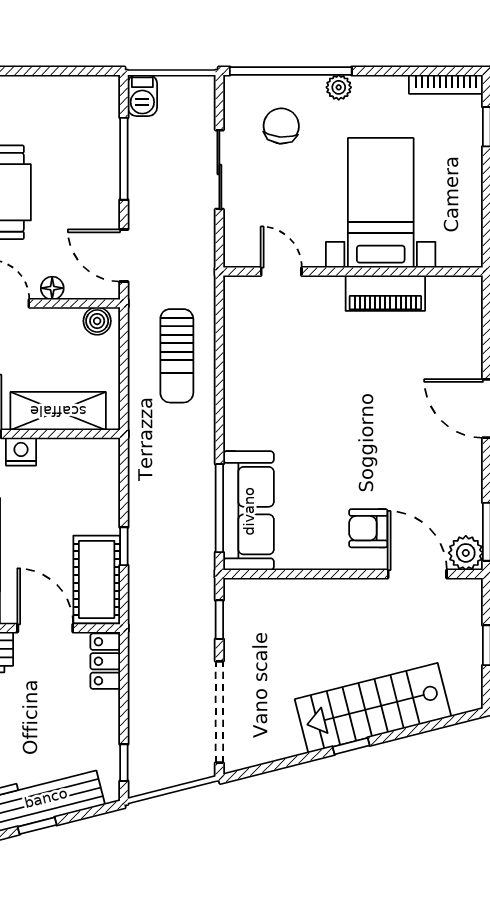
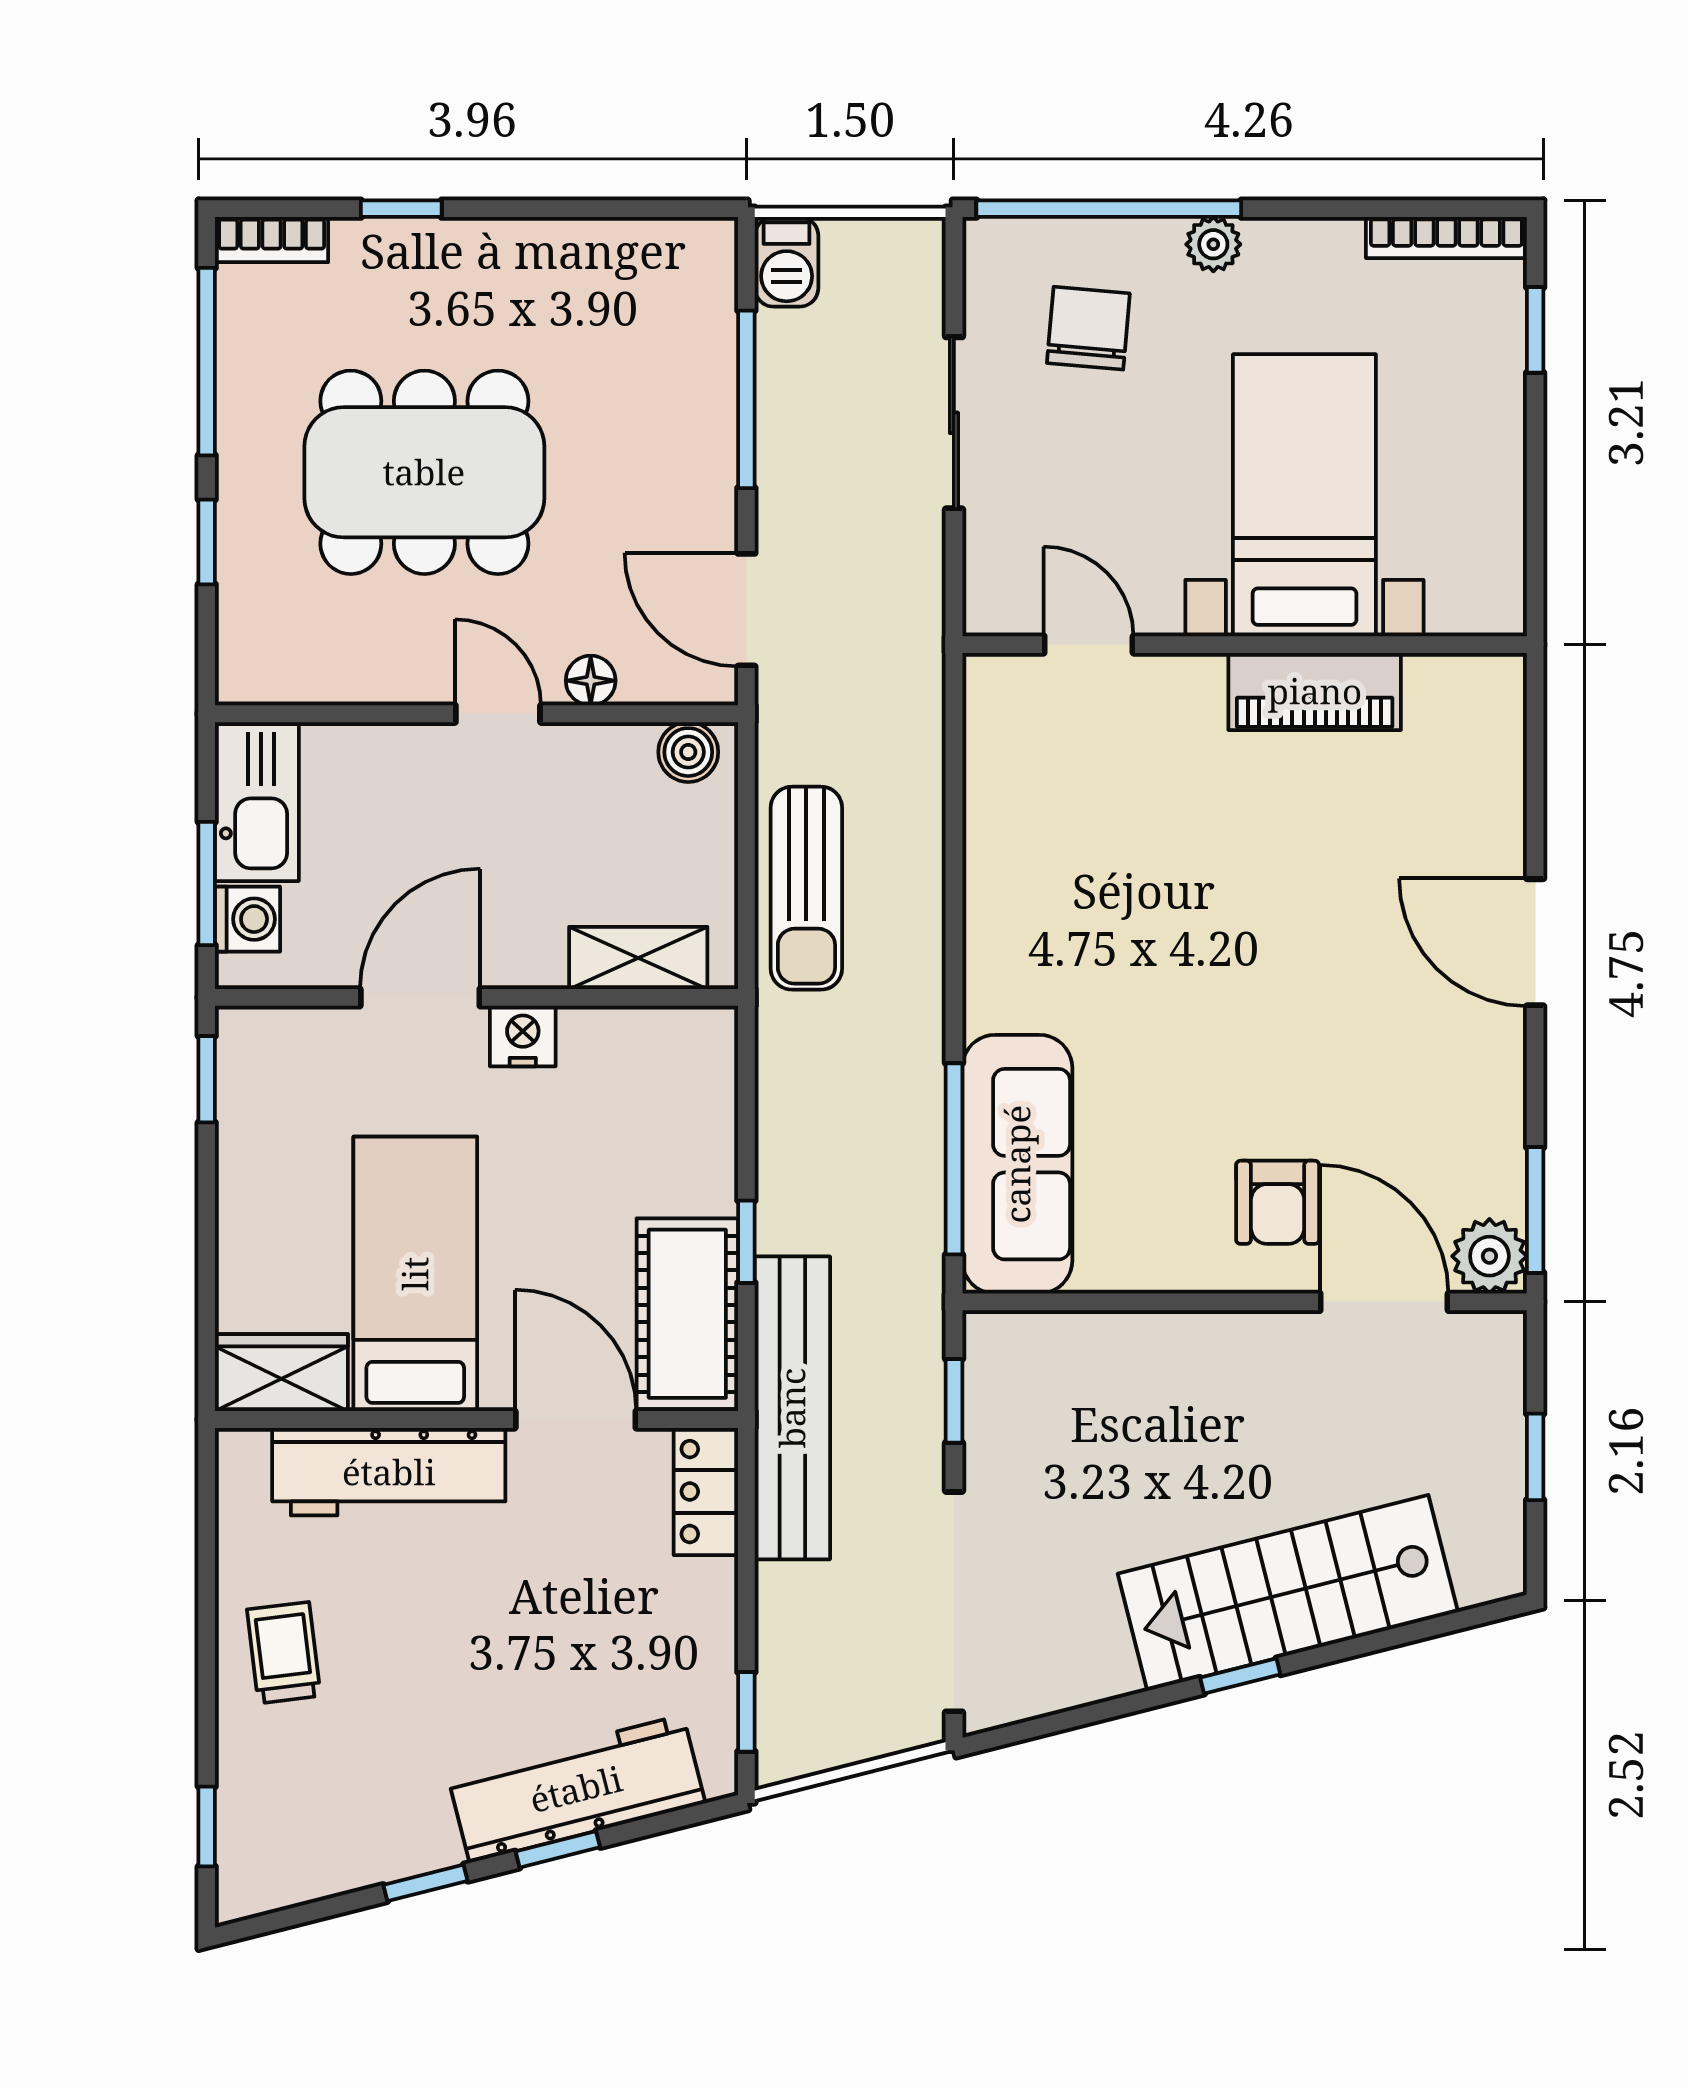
sun lounger: (177, 356) -> (806, 888), moved
shelving: (58, 411) -> (638, 958), width x0.67, depth x0.75
armchair: (368, 528) -> (1278, 1202), turned -90
bench: (145, 623) -> (792, 1408), added

